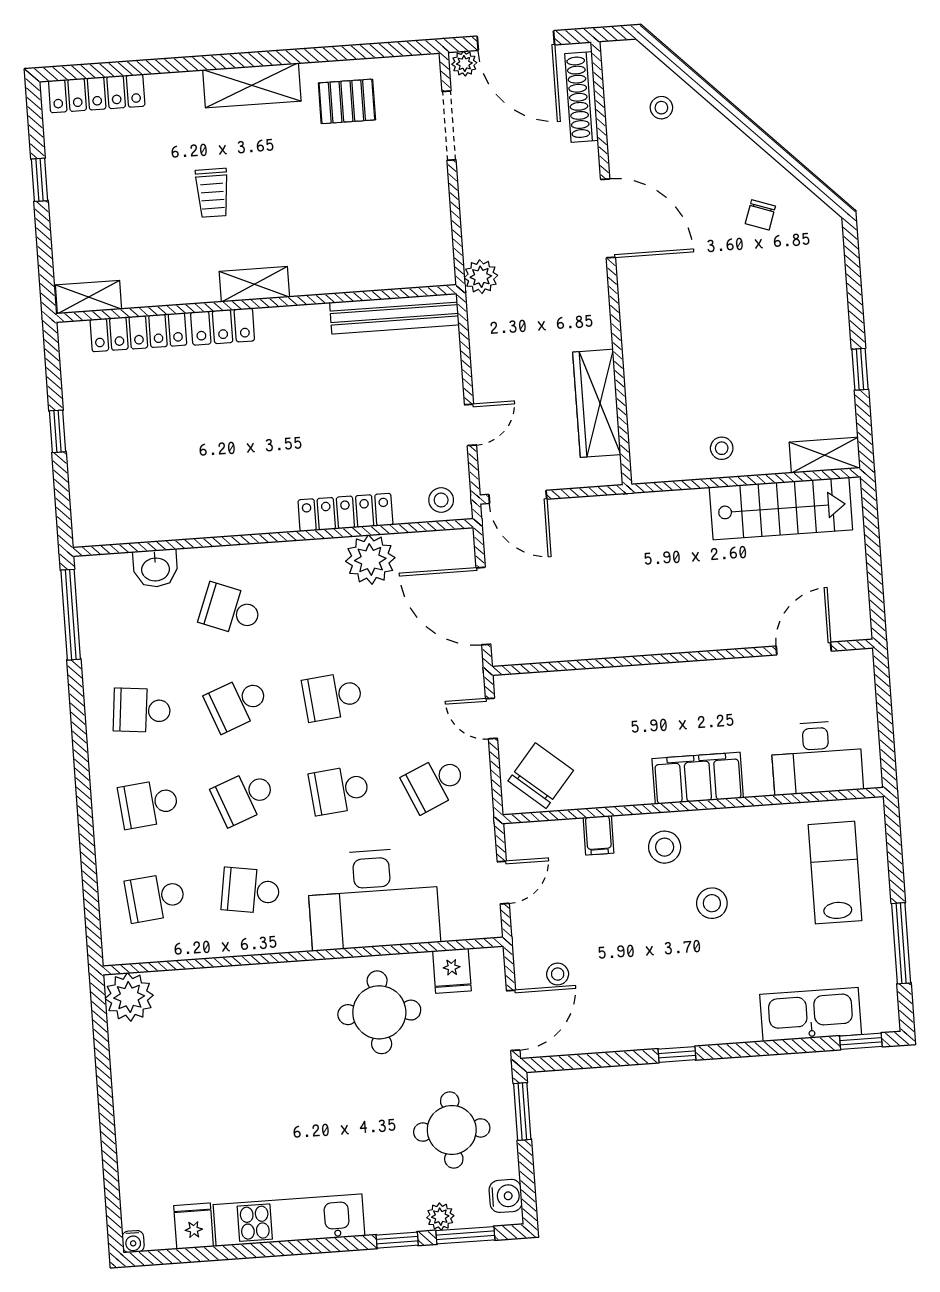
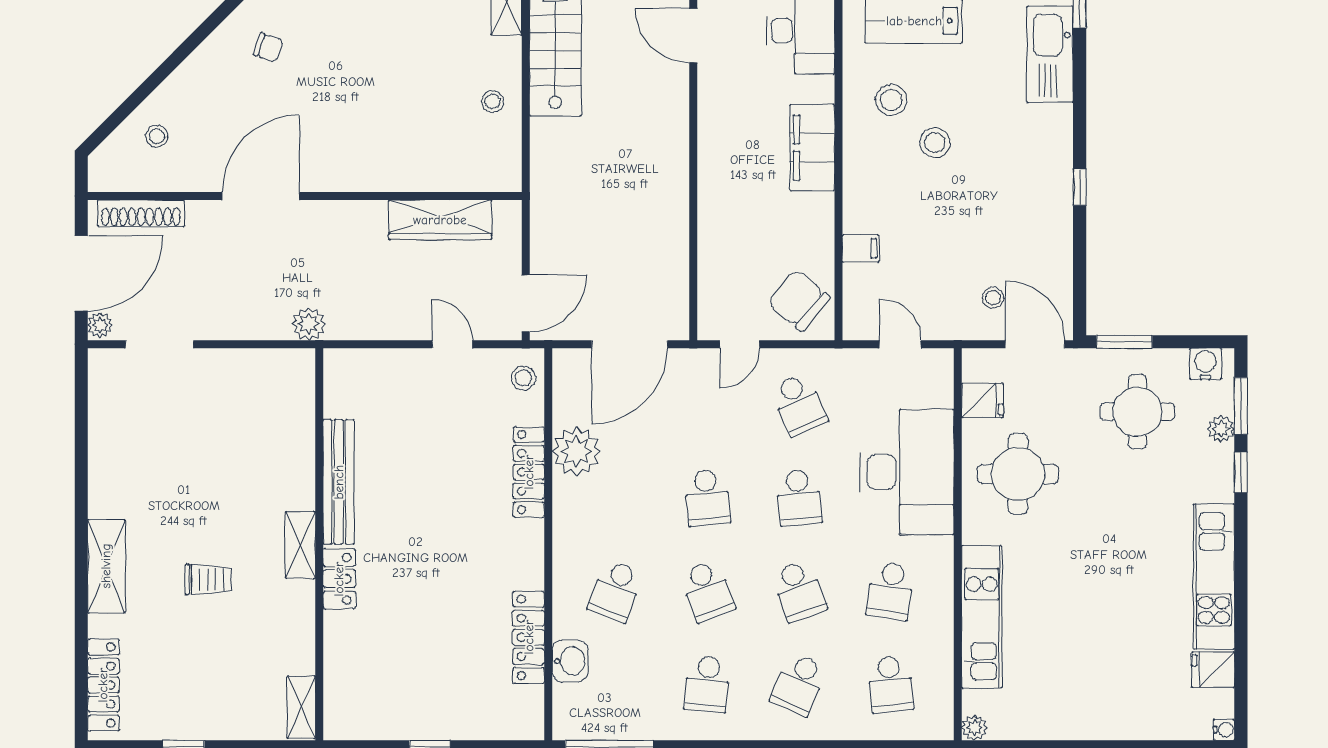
shelving: (252, 85) -> (106, 566), moved
pallet: (347, 101) -> (129, 442), removed
bench: (394, 314) -> (339, 482), moved
locker: (138, 332) -> (529, 637), moved, turned 180
school desk: (149, 804) -> (799, 684), turned 30
stool: (665, 847) -> (891, 100), moved
kitchen unit: (231, 986) -> (982, 617), added
plant: (129, 997) -> (974, 728), width x0.53, depth x0.53

